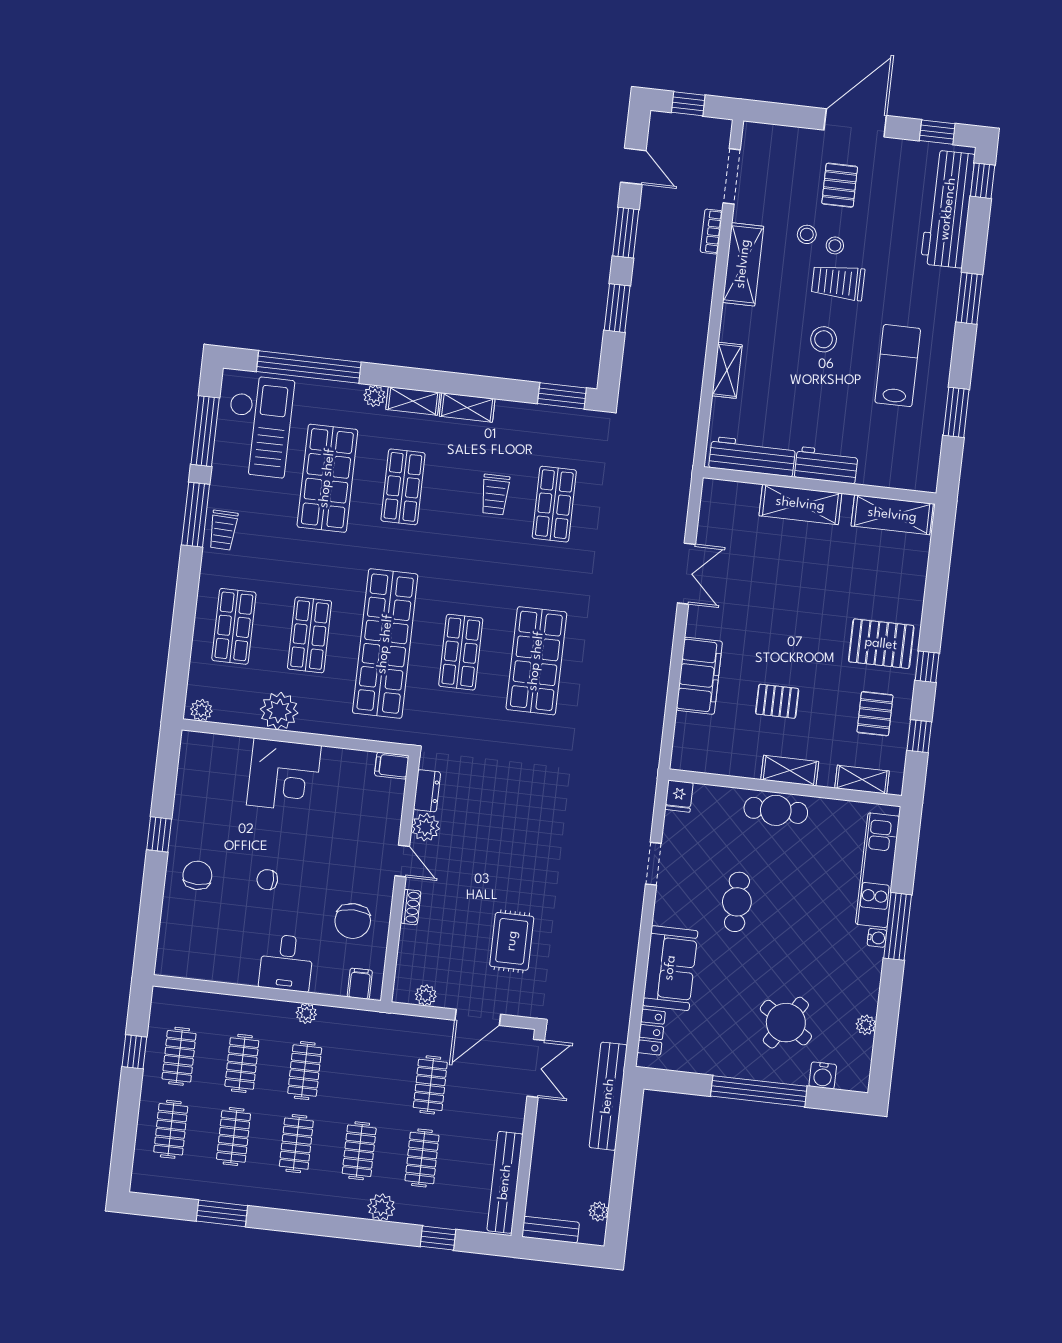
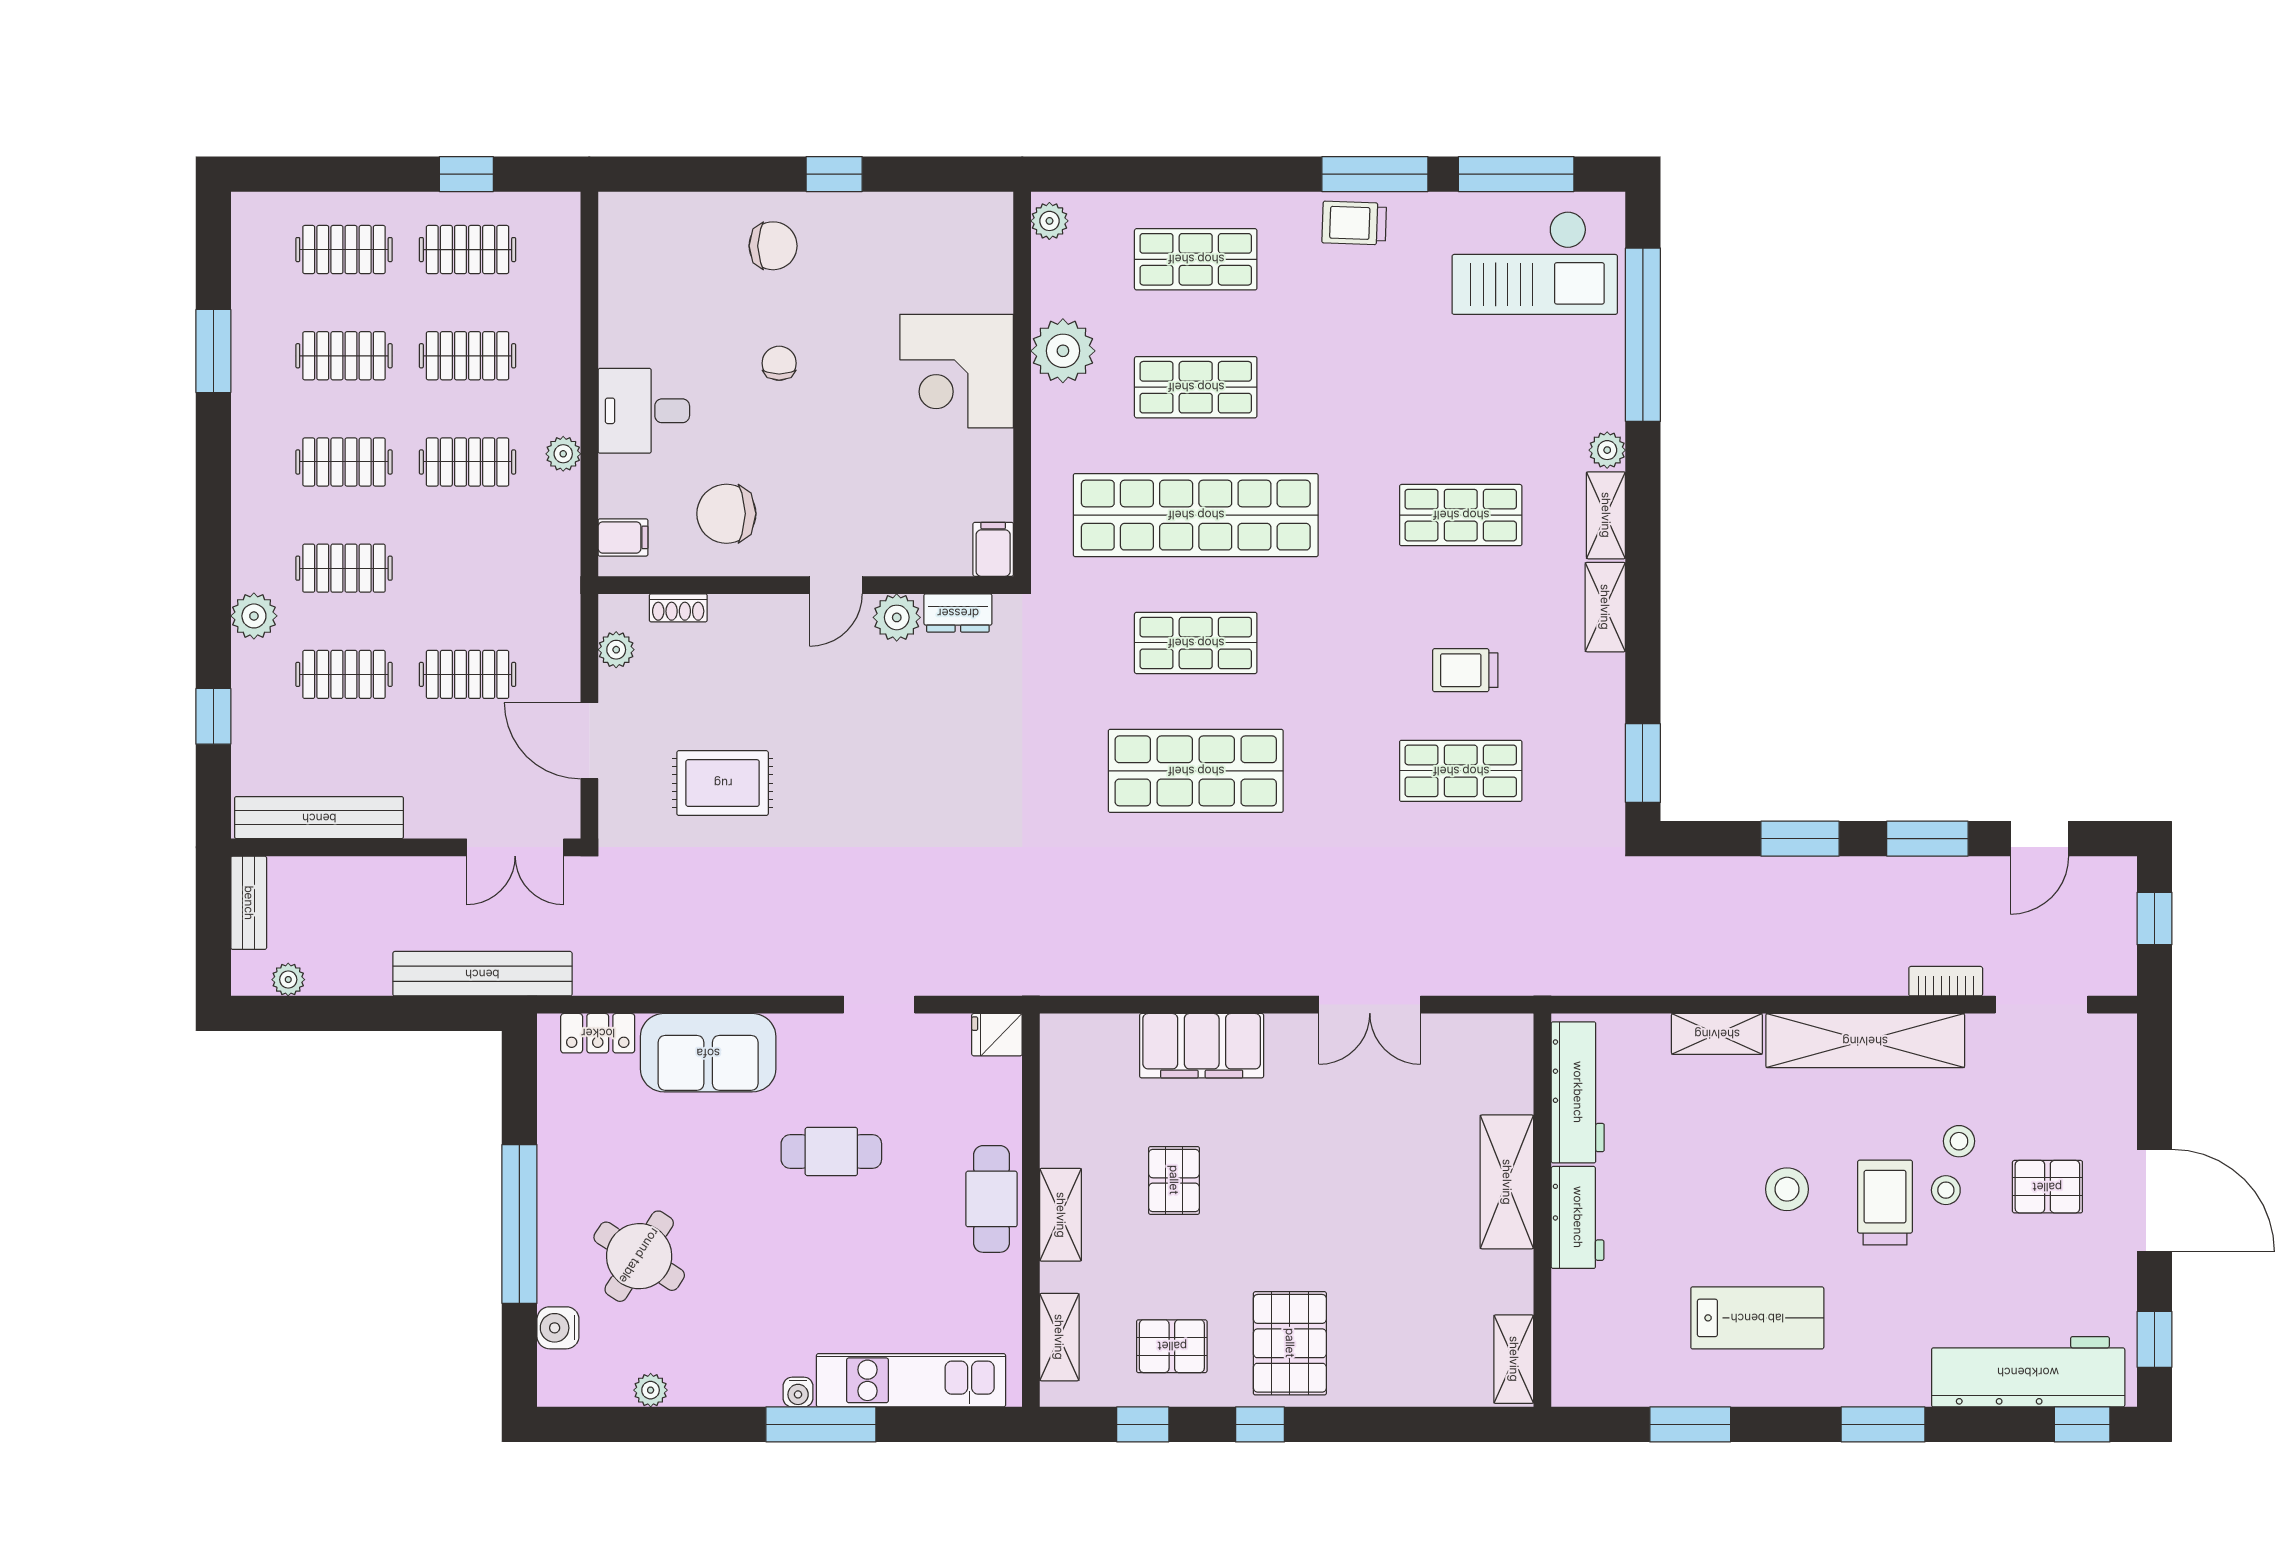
shelving: (743, 264) -> (1865, 1041), width x1.47
shop shelf: (327, 478) -> (1461, 387), removed
shelving: (892, 515) -> (1514, 1359), width x0.67, depth x0.75
shoe rack: (411, 907) -> (678, 608), moved

